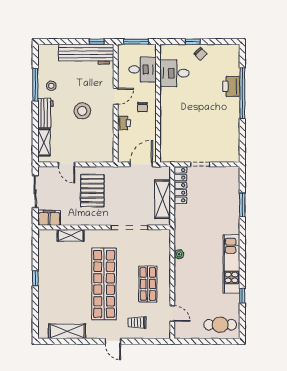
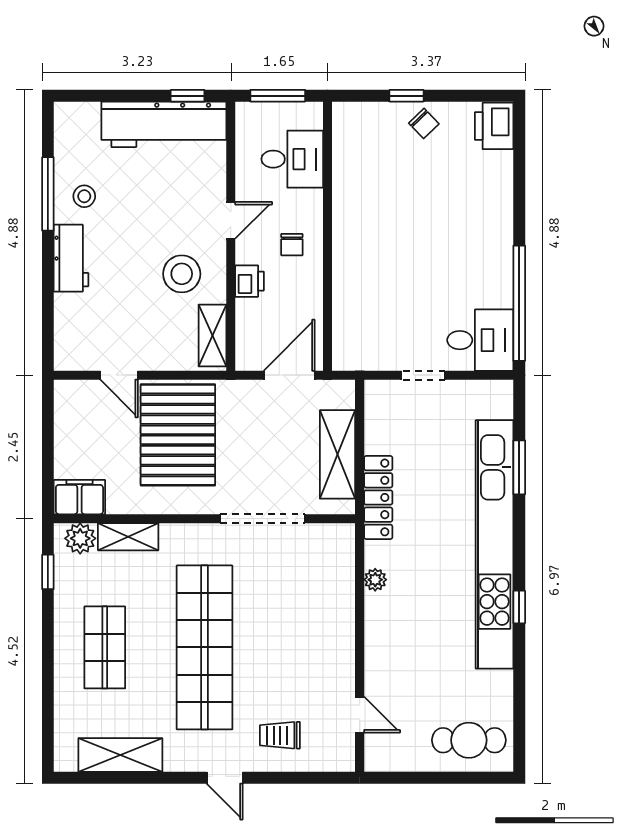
desk: (175, 73) -> (480, 340), moved, turned 180
printer: (231, 86) -> (494, 126), moved
window: (242, 93) -> (519, 303), moved
stool: (82, 111) -> (182, 274), moved
shelving: (44, 142) -> (213, 335), moved
locker: (180, 185) -> (378, 497), moved
pallet: (92, 191) -> (178, 435), width x1.37, depth x1.41
sliding door: (35, 192) -> (48, 437), removed
plant: (49, 236) -> (80, 538), added
kitchen unit: (231, 264) -> (494, 544), width x1.86
window: (35, 278) -> (48, 572), moved
shop shelf: (148, 284) -> (105, 647), moved
window: (242, 296) -> (519, 607), moved

